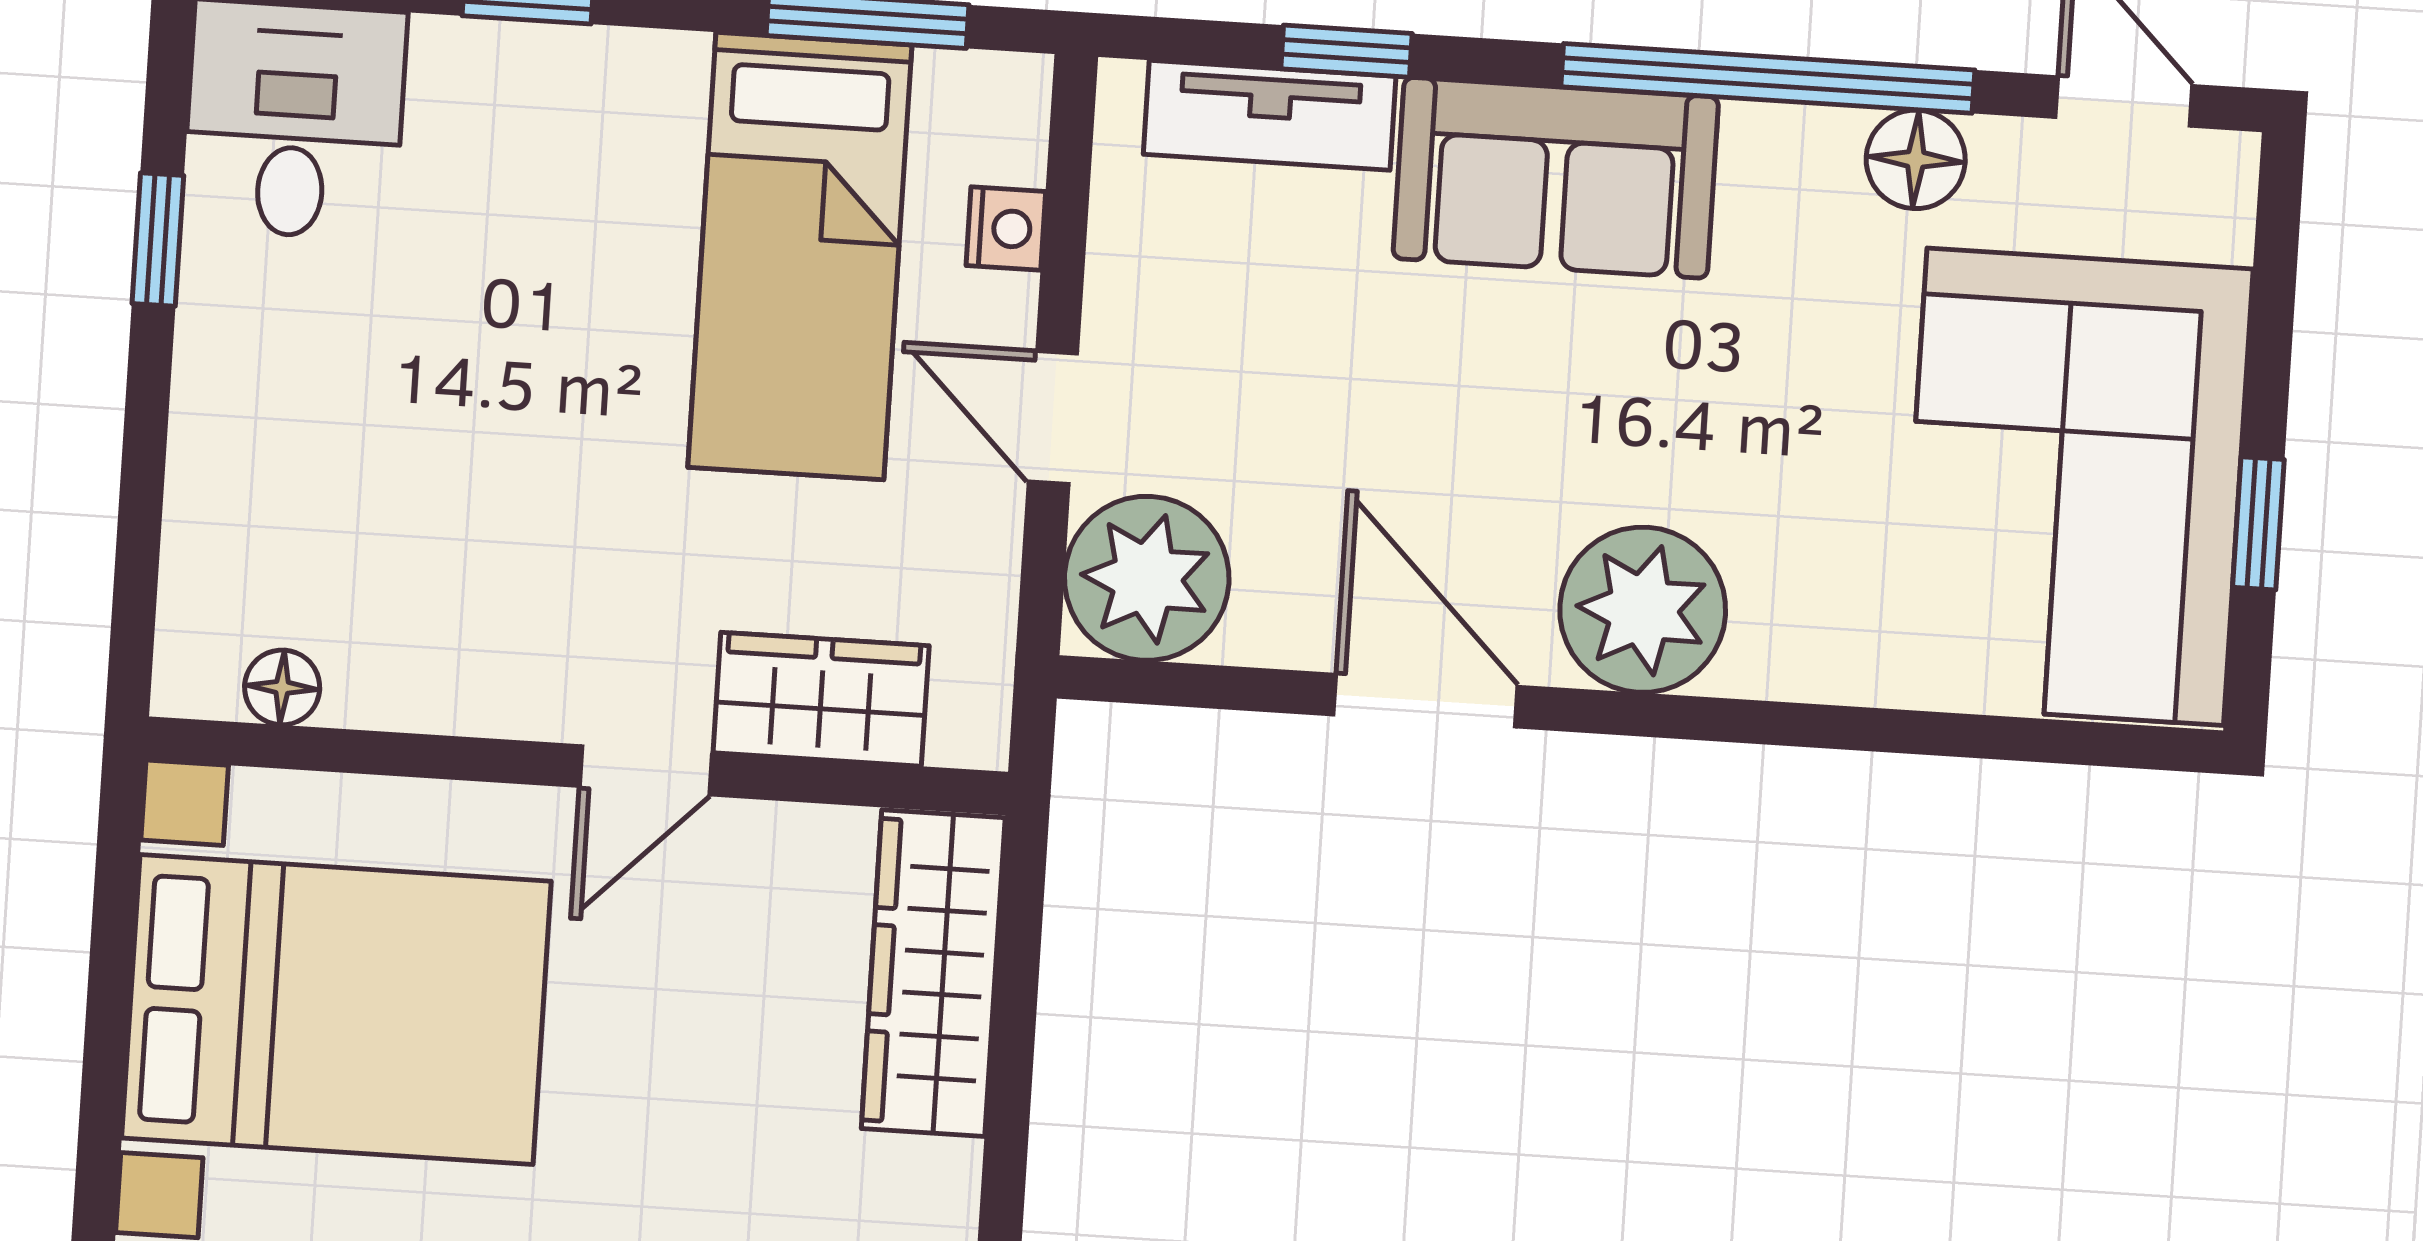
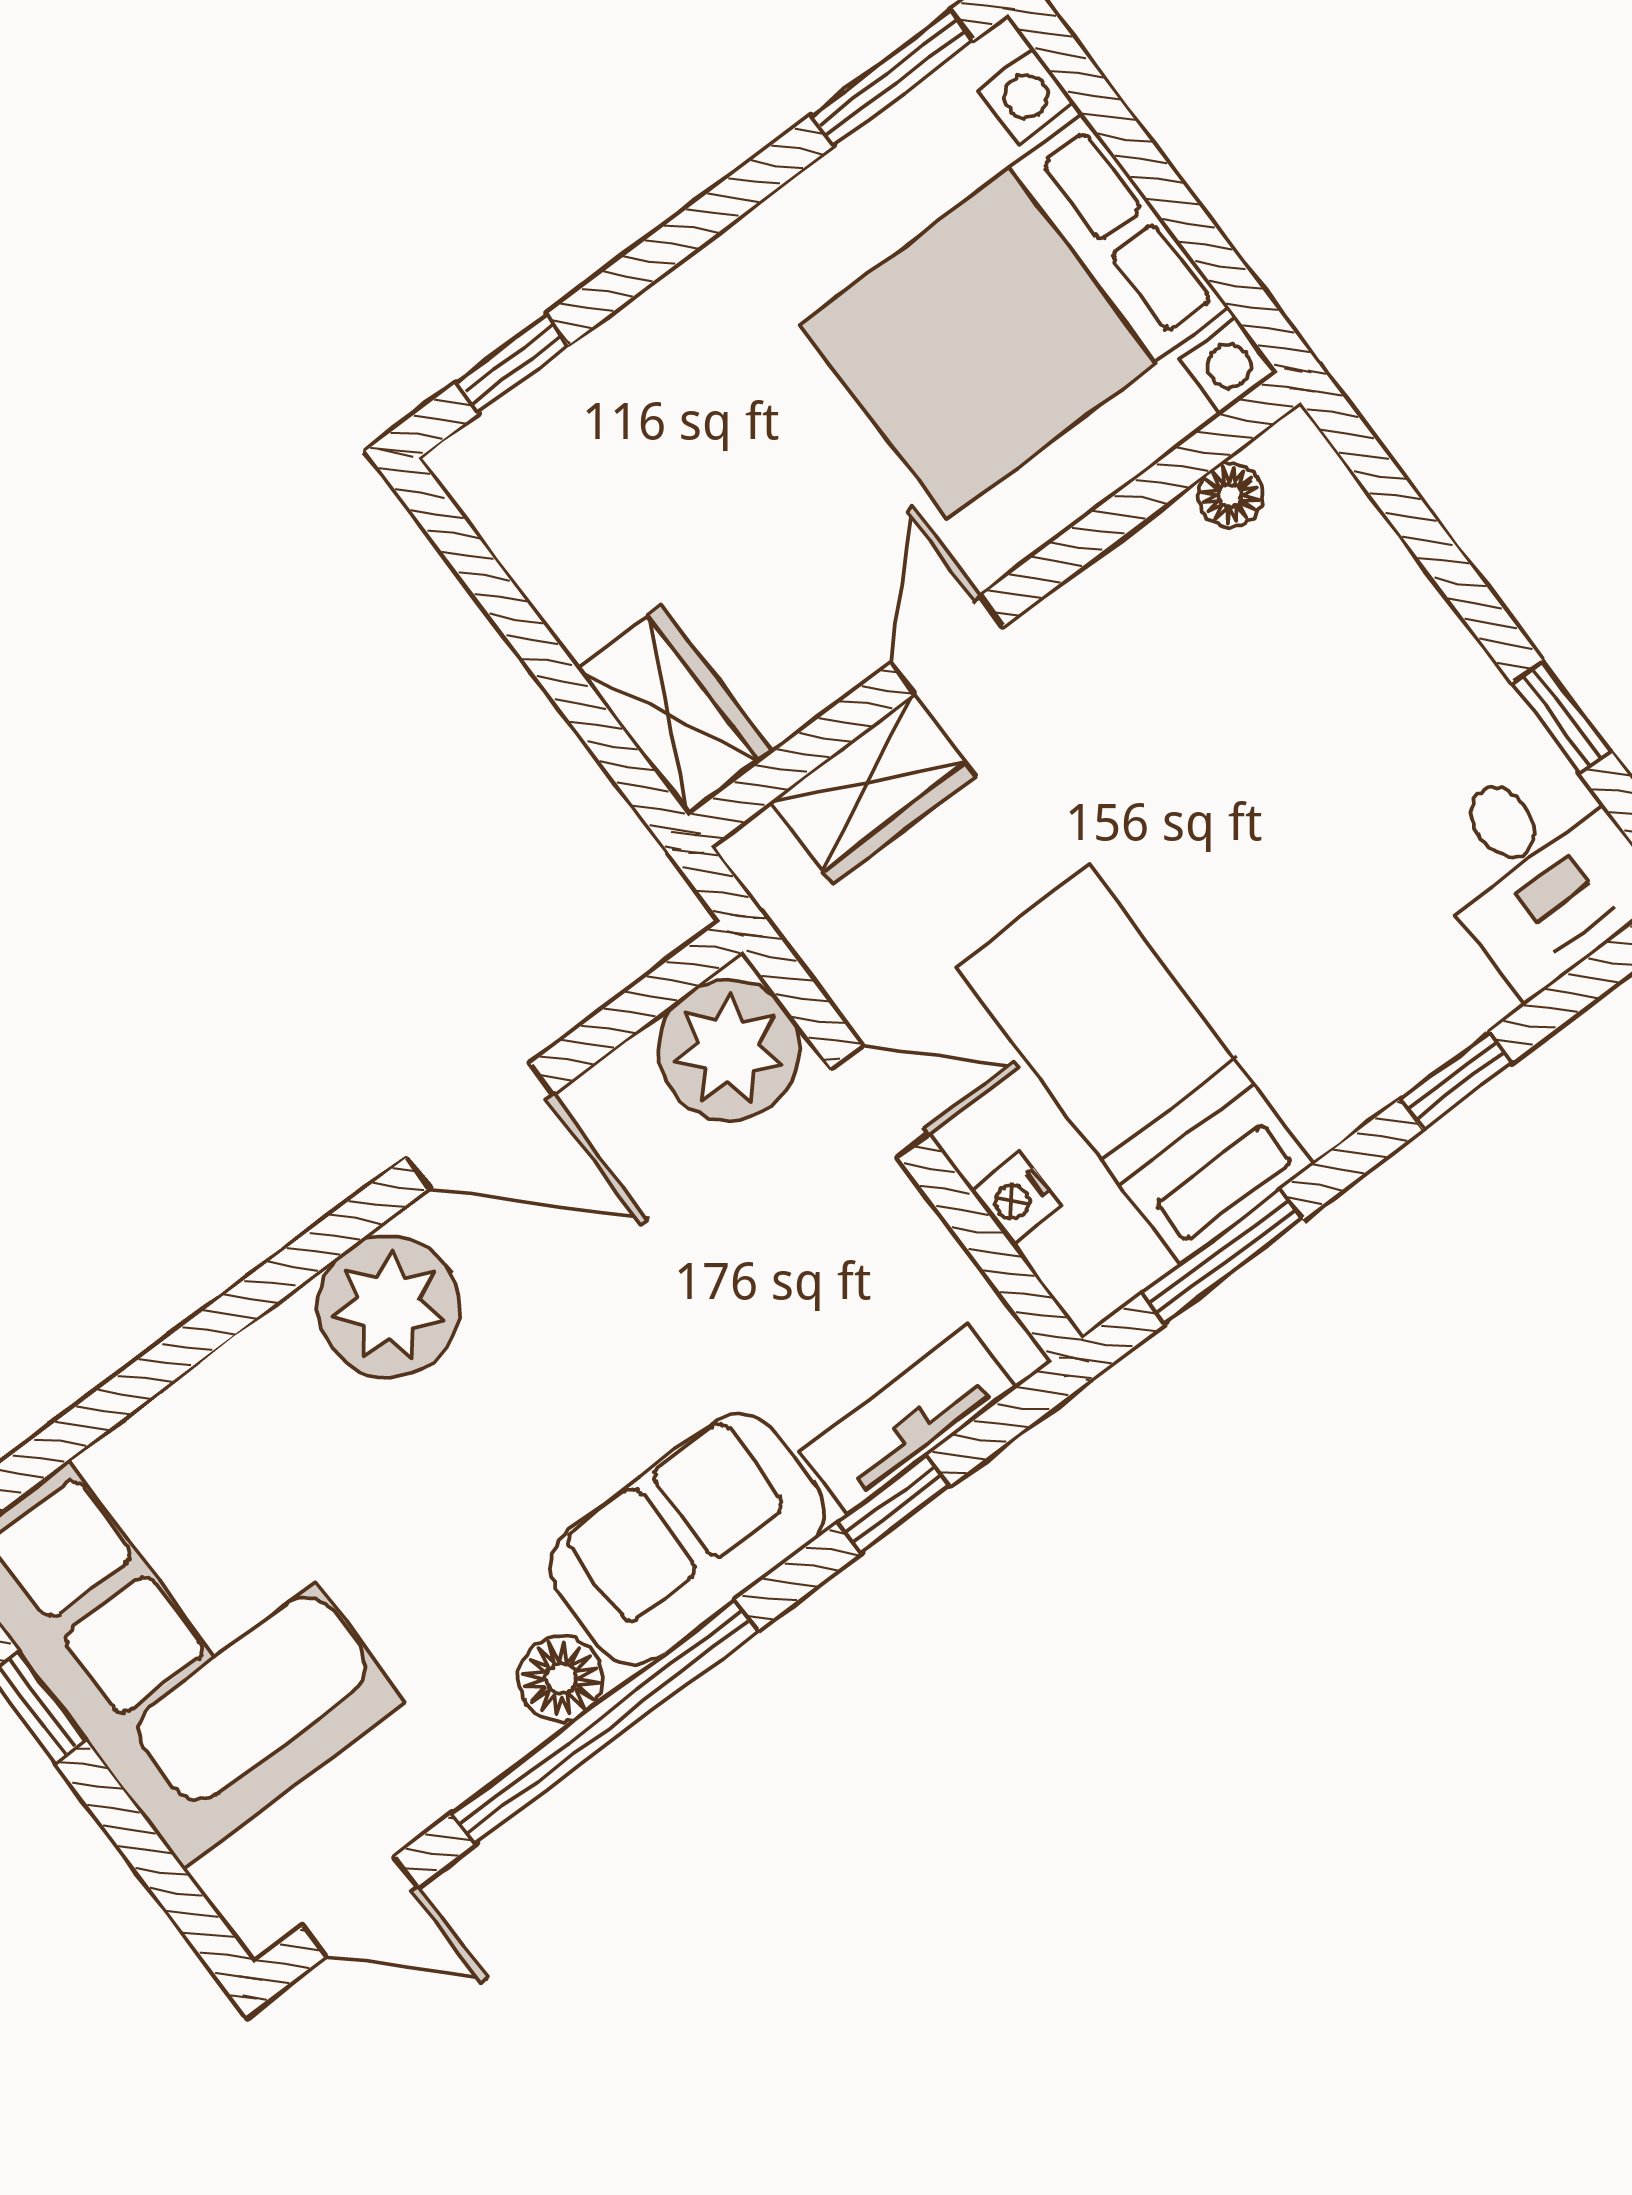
floor lamp: (1916, 159) -> (561, 1679), moved
wardrobe: (933, 973) -> (675, 710), width x0.67

